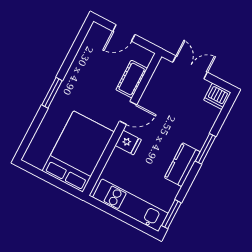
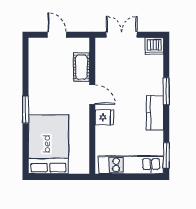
door: (124, 33) -> (57, 35), swing flipped
door: (128, 113) -> (92, 95), hinge flipped
bed: (78, 152) -> (48, 144), moved

